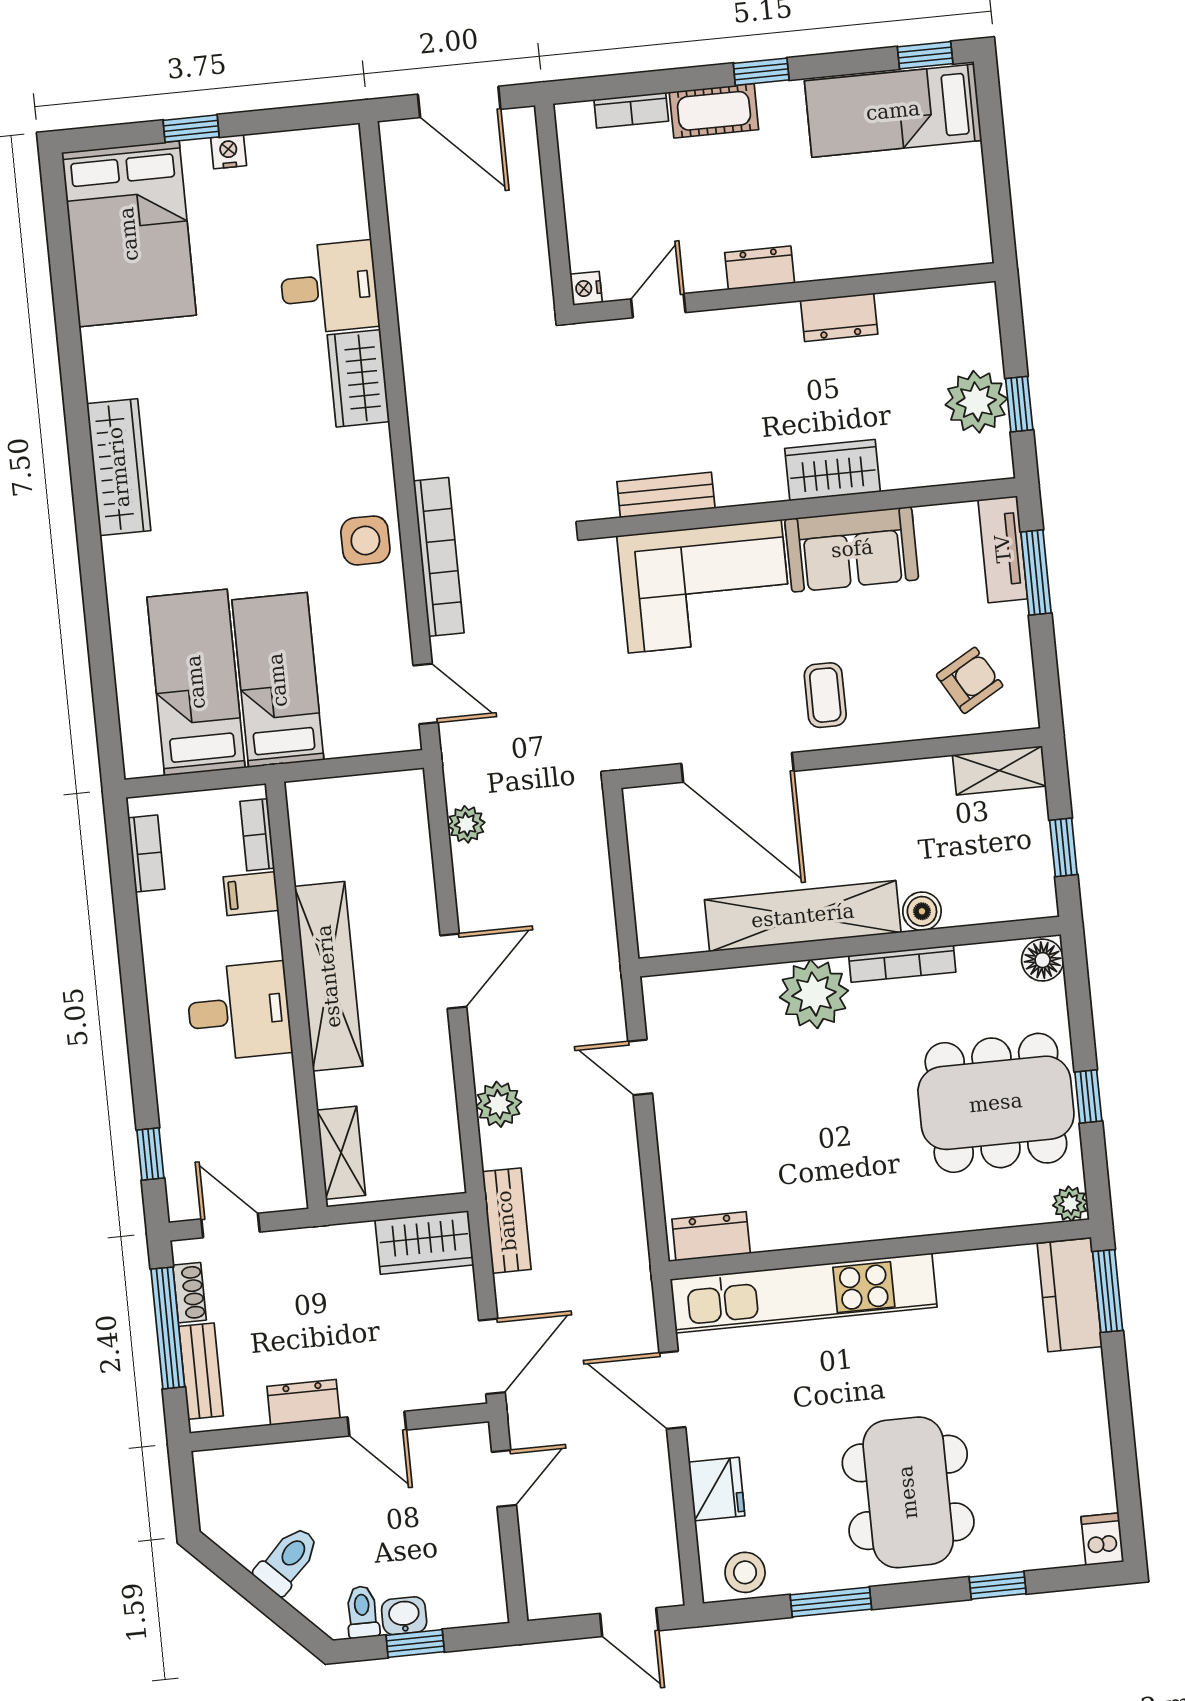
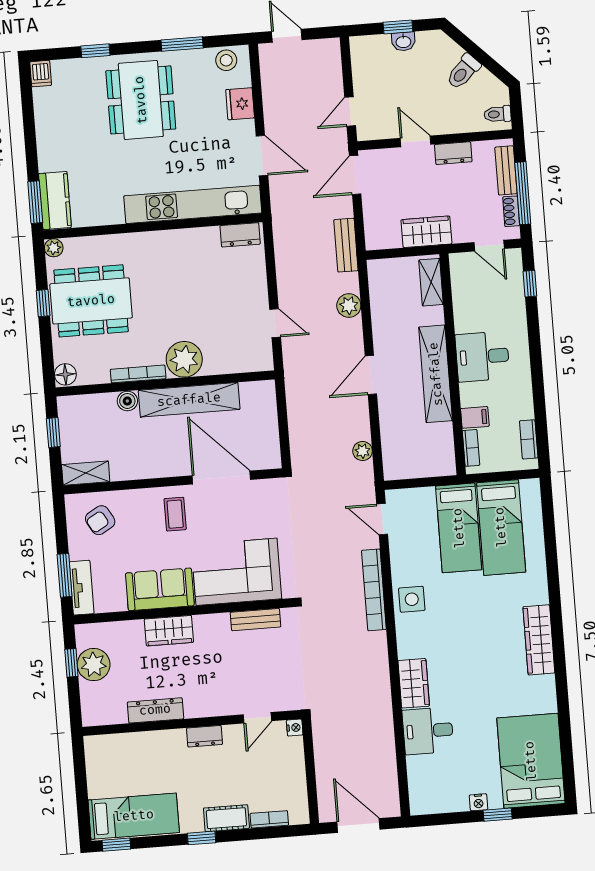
dresser: (839, 317) -> (155, 710), width x1.44
wardrobe: (424, 1242) -> (426, 232), moved
toilet: (362, 1612) -> (498, 114), moved, turned 90

